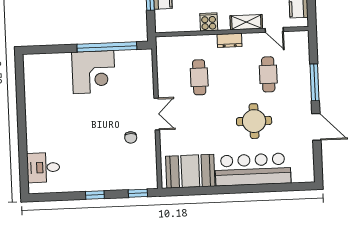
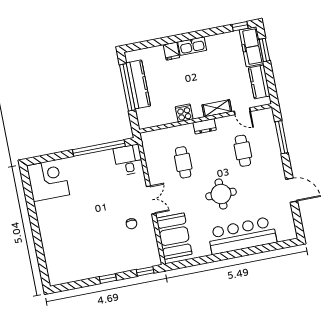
corner desk: (94, 72) -> (48, 180), moved, turned -90
window: (315, 82) -> (281, 137), moved
round table: (254, 121) -> (221, 194), moved
desk: (43, 168) -> (128, 160), moved, turned 90
booth: (190, 171) -> (174, 236), moved, turned 90

